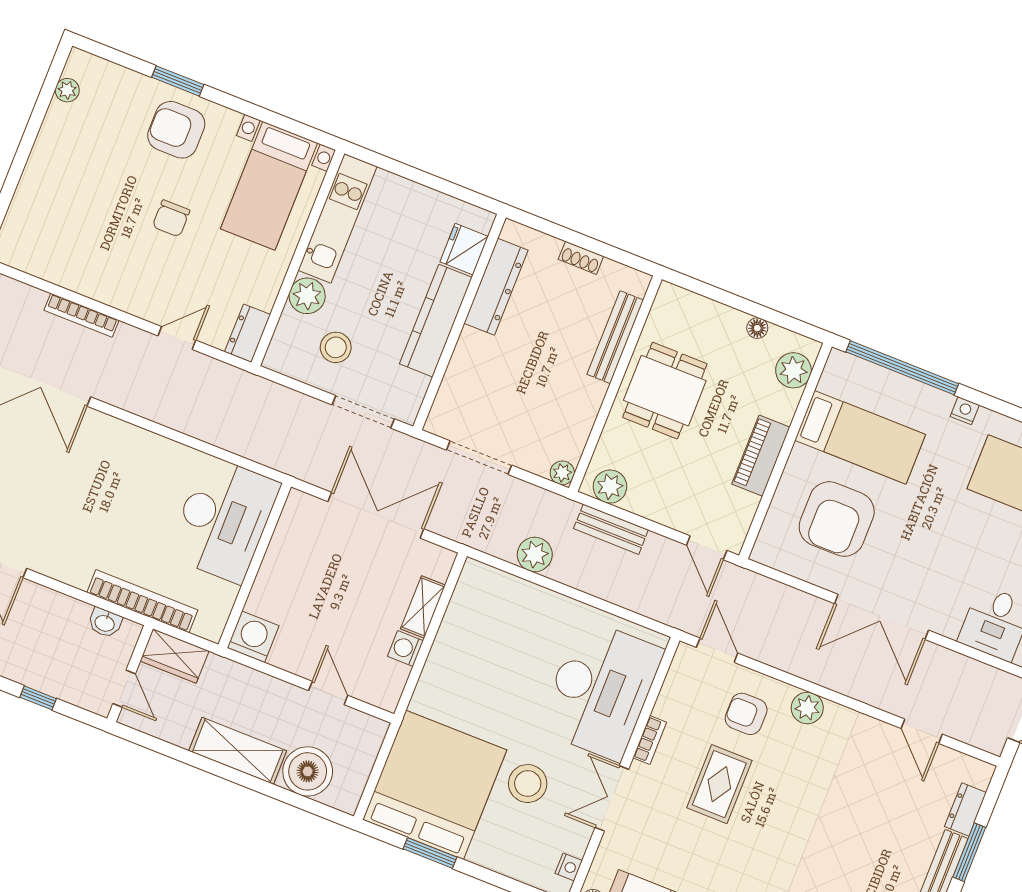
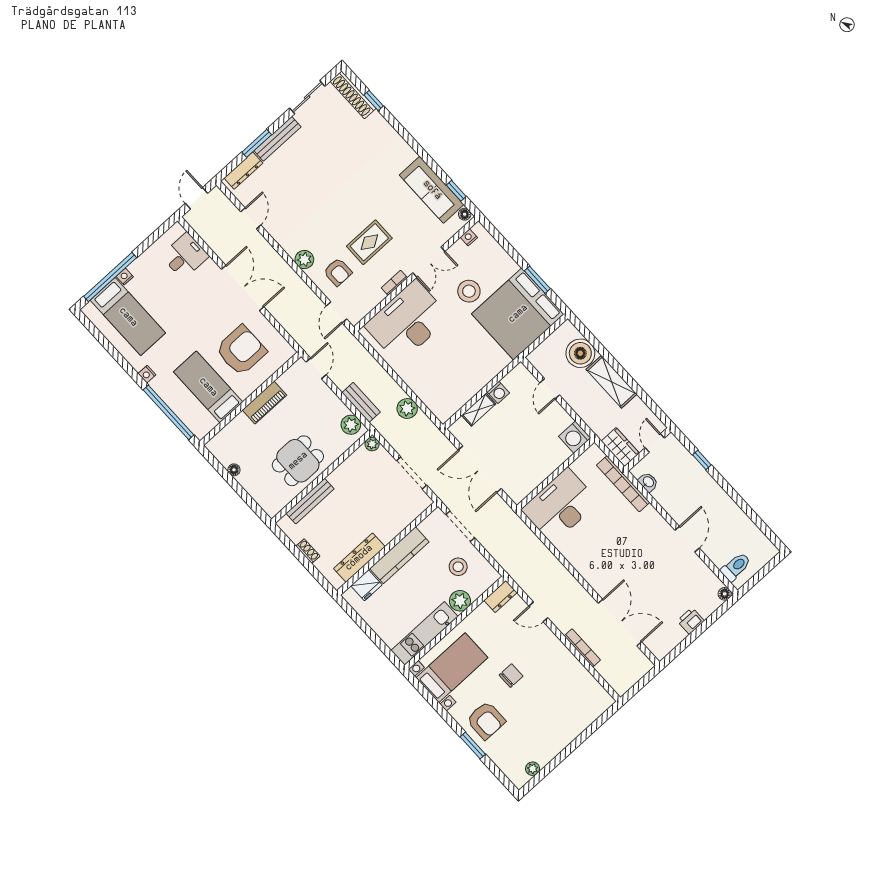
plant: (793, 370) -> (226, 439), removed
dresser: (965, 809) -> (243, 171), width x1.44

